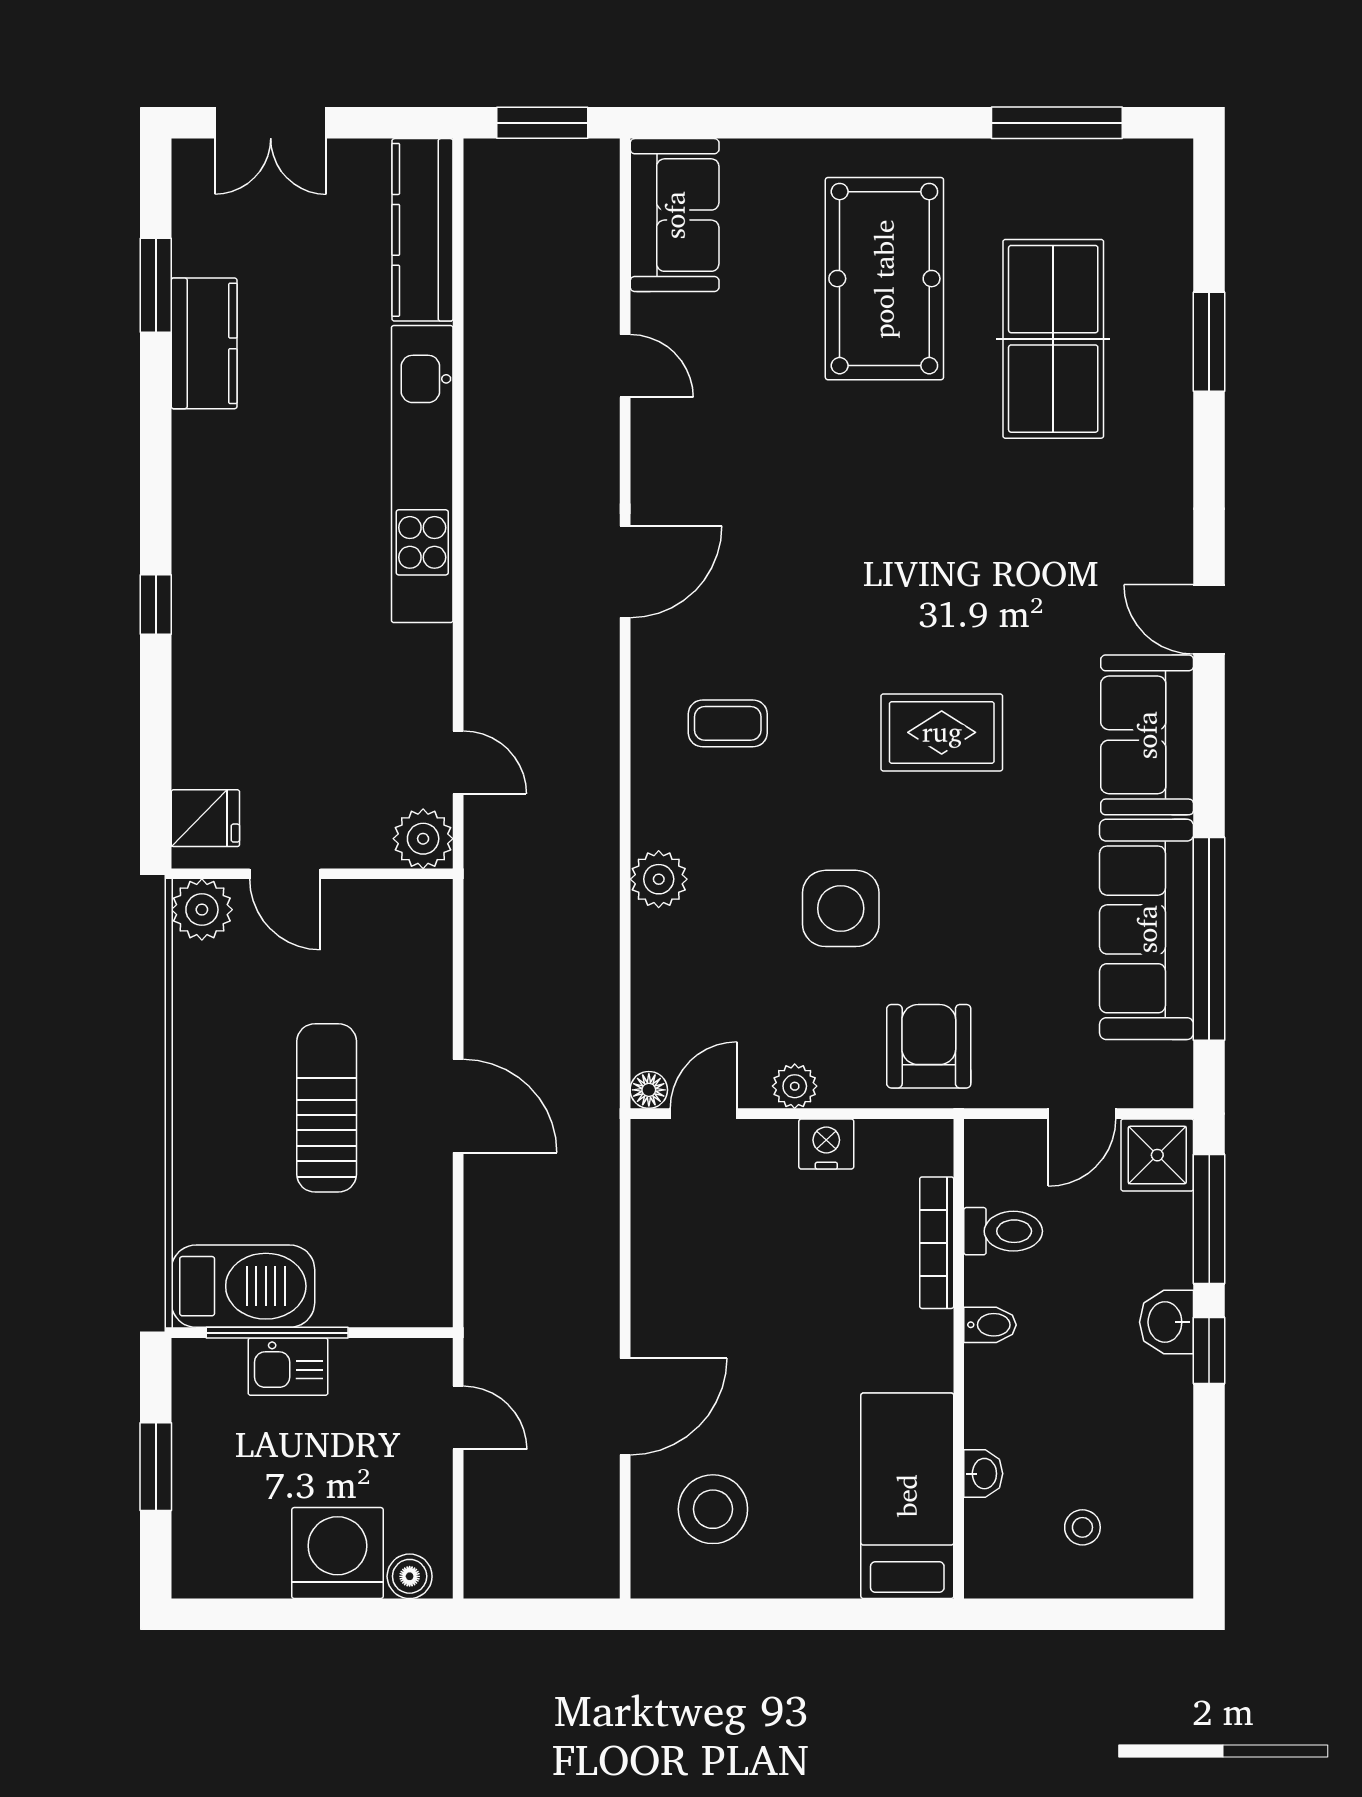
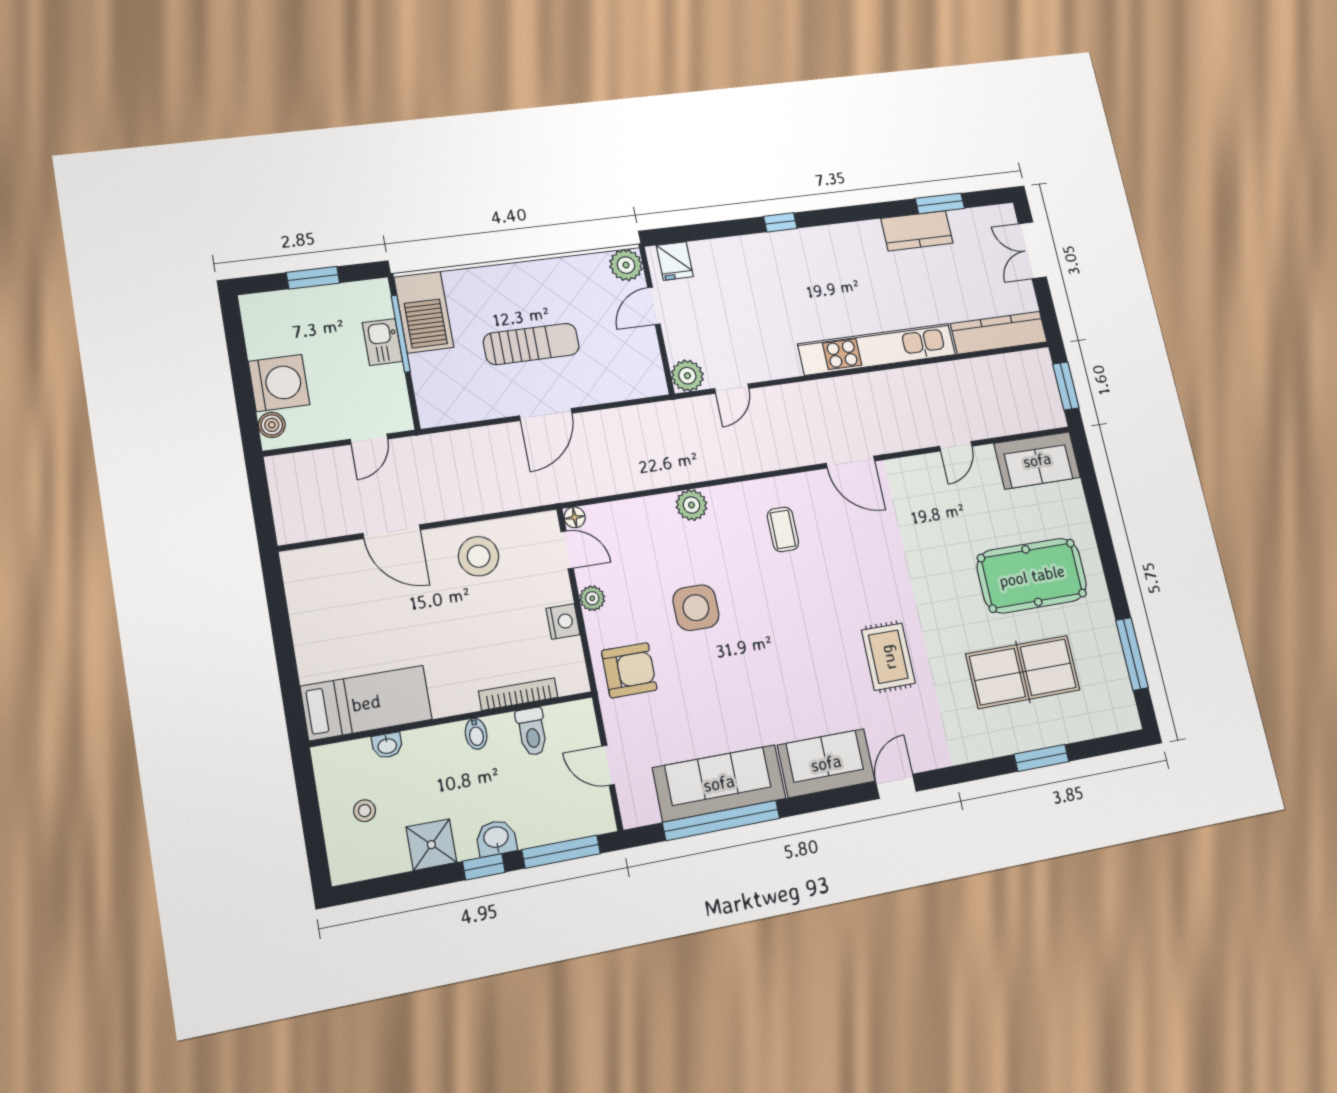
rug: (942, 732) -> (888, 657), moved
shower: (1157, 1155) -> (431, 845), moved
stool: (713, 1509) -> (479, 556), moved

